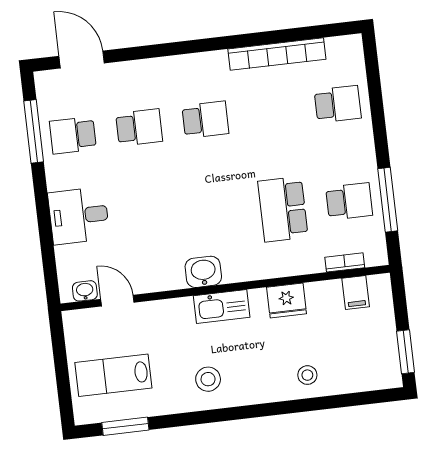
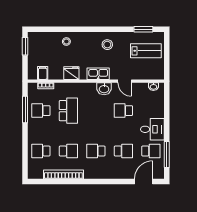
door: (82, 60) -> (144, 182), swing flipped
school desk: (272, 112) -> (68, 151), added
school desk: (139, 127) -> (123, 151), turned 180
desk: (79, 216) -> (152, 129), moved
school desk: (151, 225) -> (123, 111), added
door: (117, 301) -> (125, 81), moved

